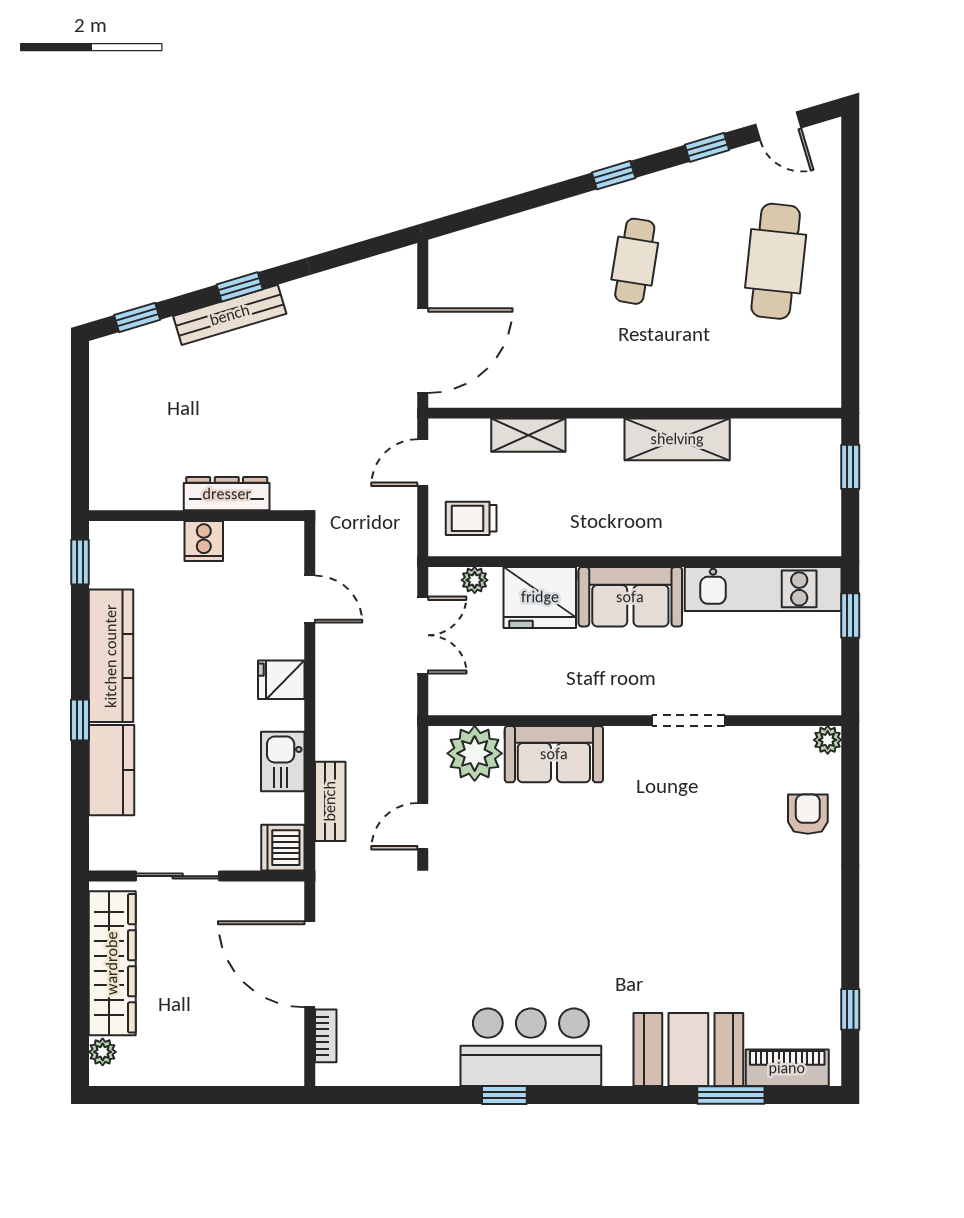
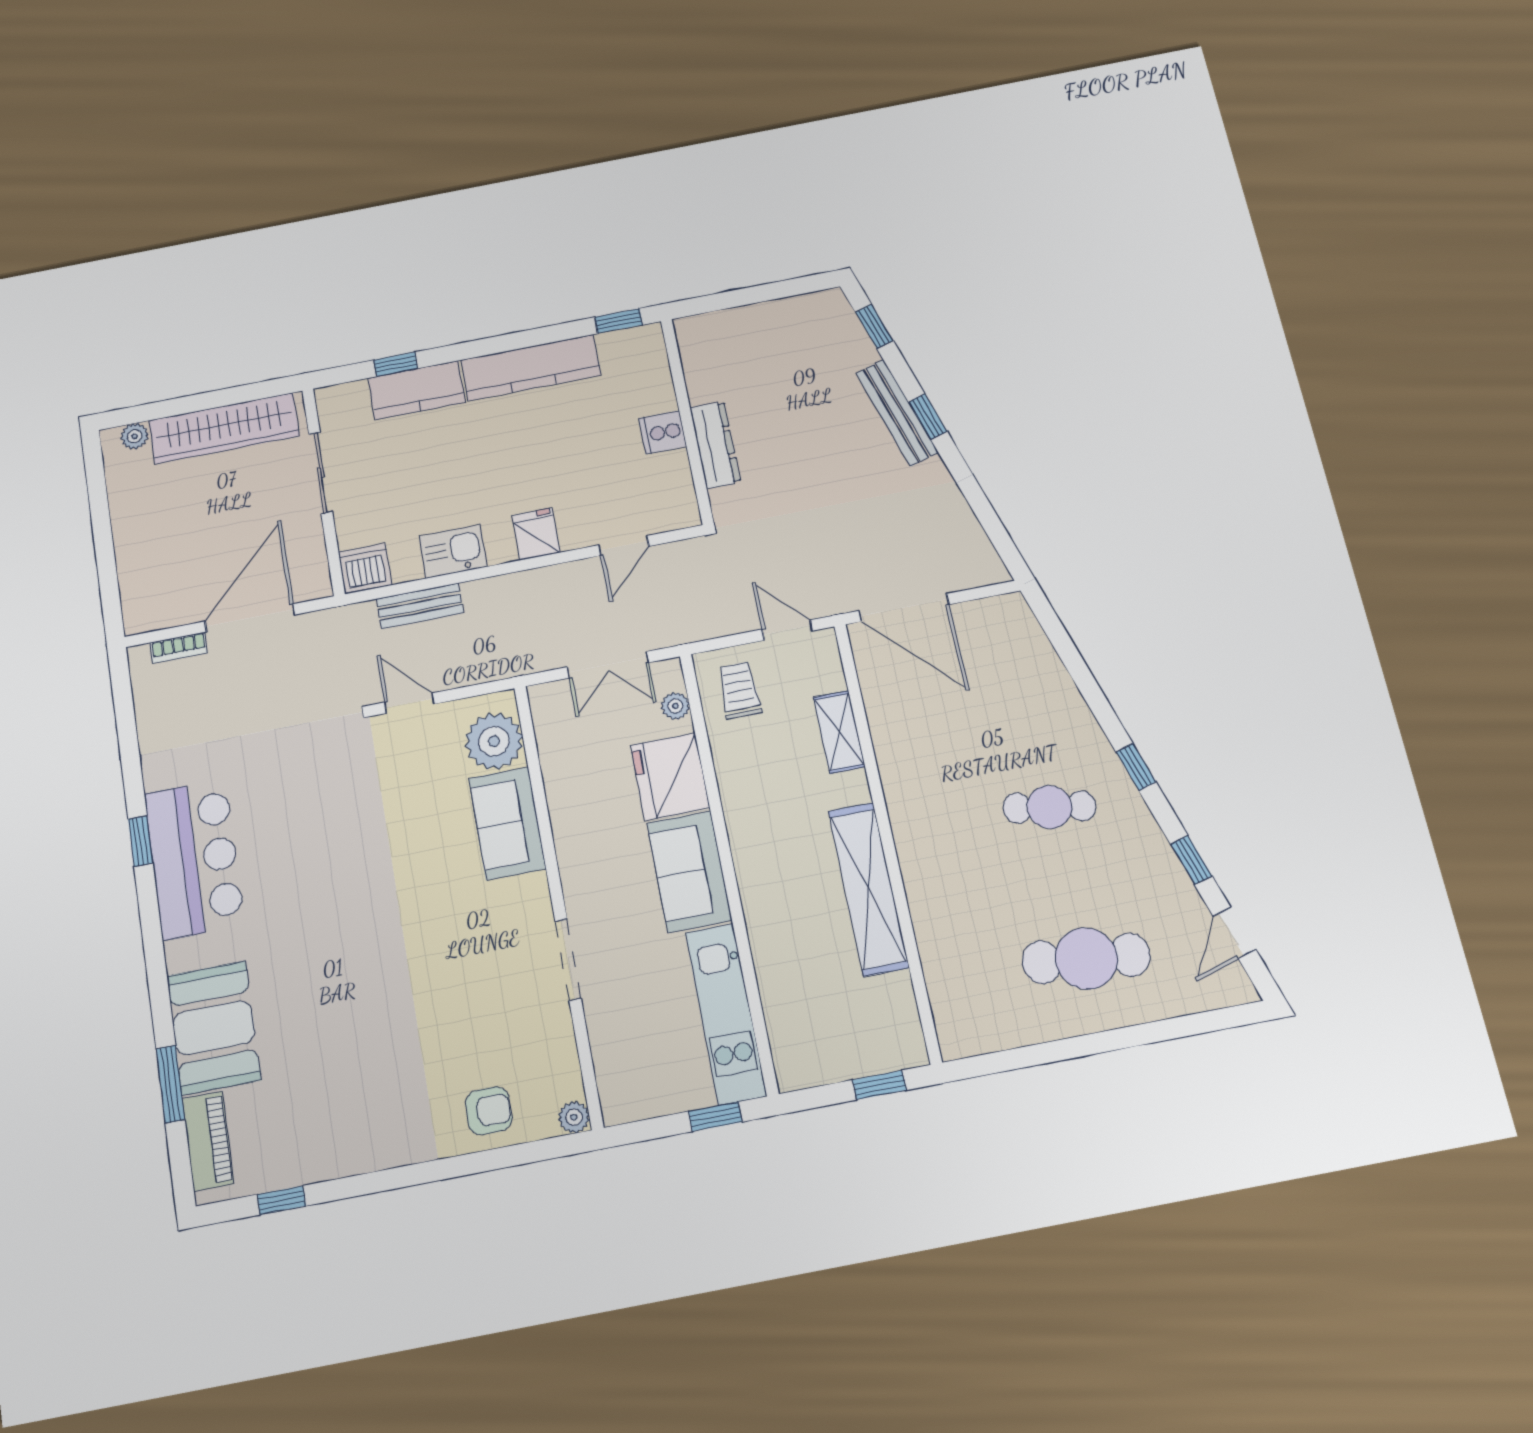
shelving: (677, 439) -> (868, 889), width x1.47
window: (80, 720) -> (396, 364), moved

